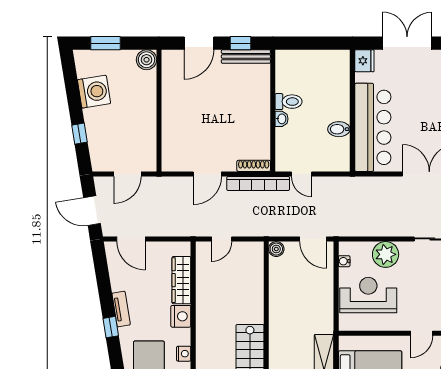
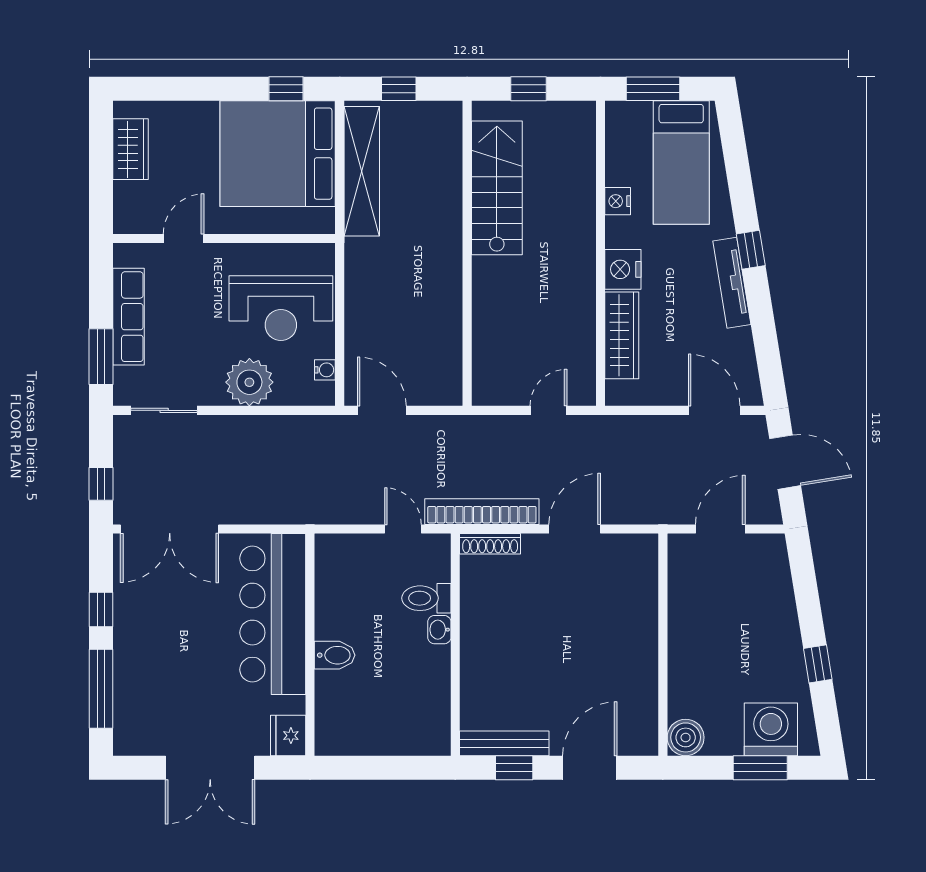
washing machine: (94, 92) -> (771, 729), moved, turned 99
toilet: (289, 102) -> (426, 598), moved
bidet: (339, 129) -> (335, 655), moved
window: (79, 134) -> (818, 664), moved
boiler: (276, 249) -> (449, 392), removed
tv unit: (121, 309) -> (732, 283), width x1.41

